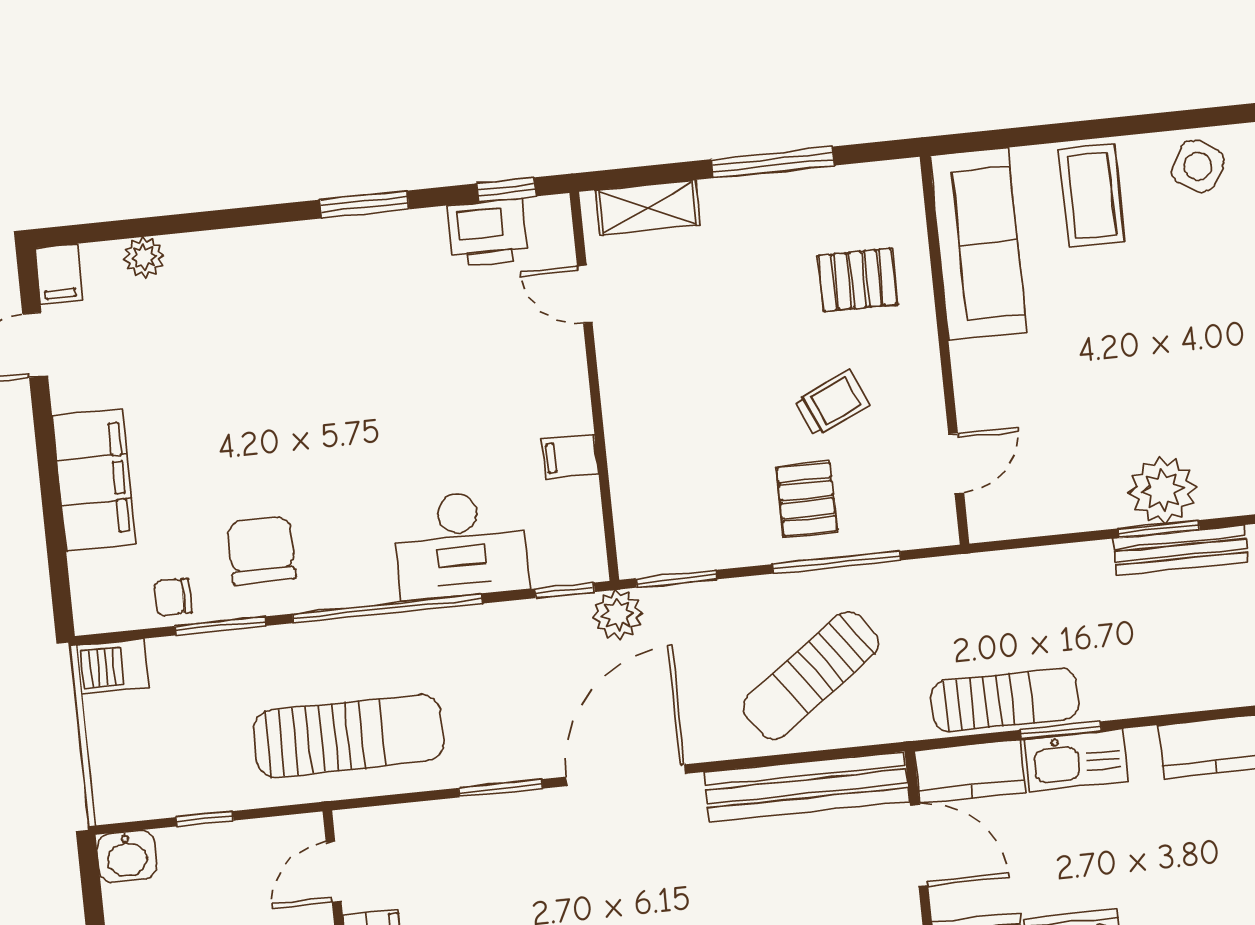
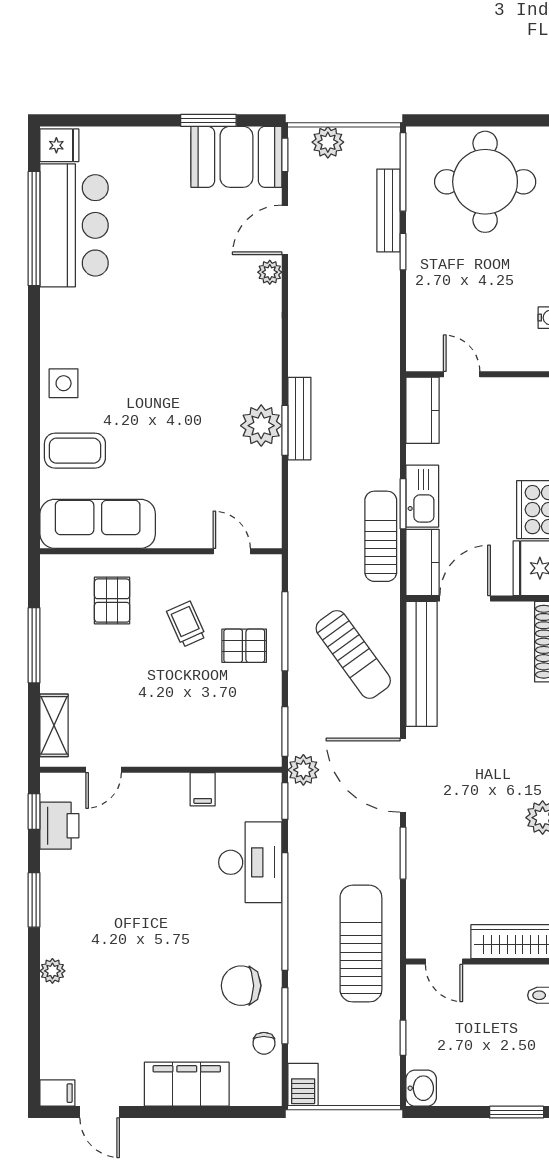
side table: (1198, 166) -> (64, 383), turned -31
plant: (144, 257) -> (52, 971), moved

